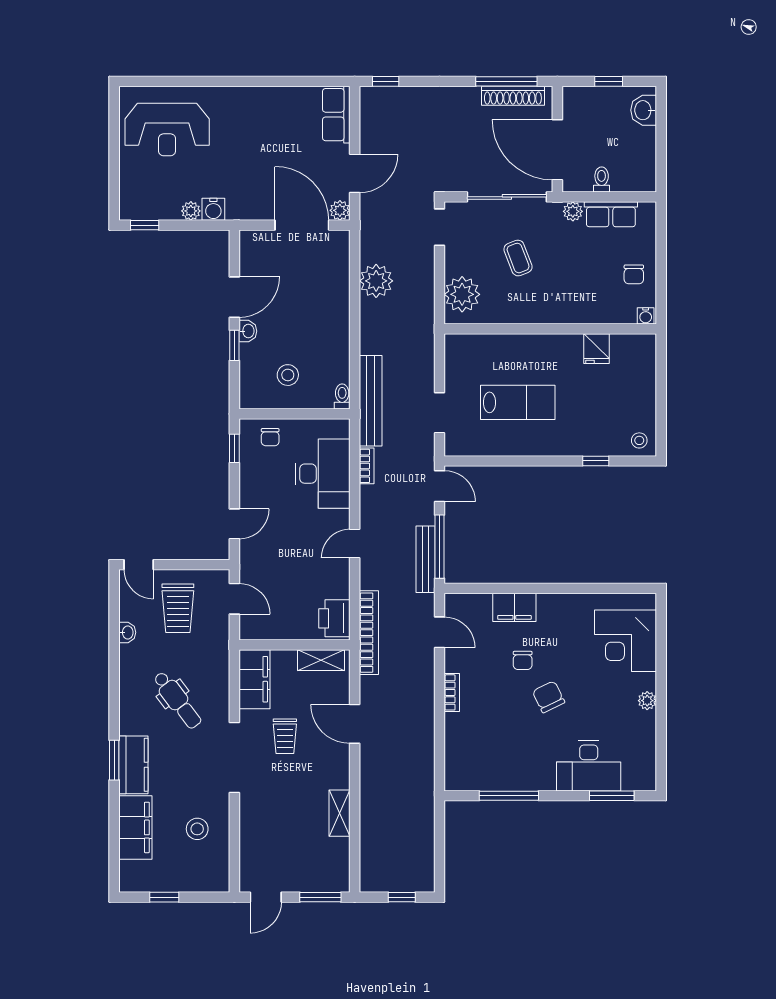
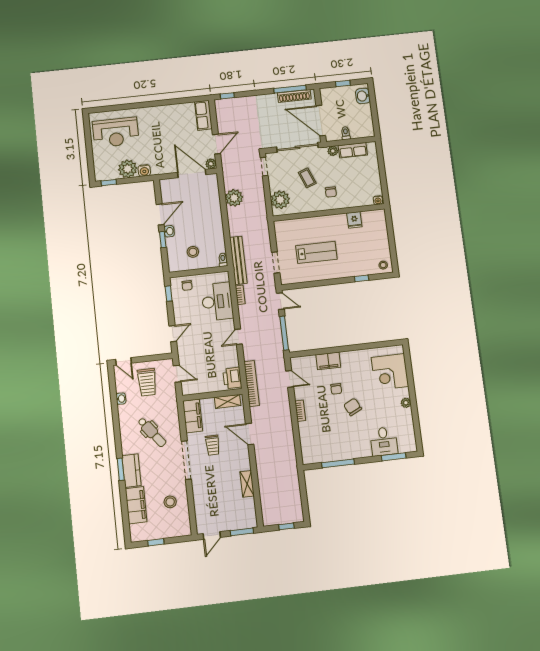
plant: (191, 211) -> (128, 169), width x1.87, depth x1.87
chair: (634, 274) -> (331, 192), moved
bench: (425, 559) -> (277, 341), removed
desk: (589, 766) -> (384, 441), width x0.73

